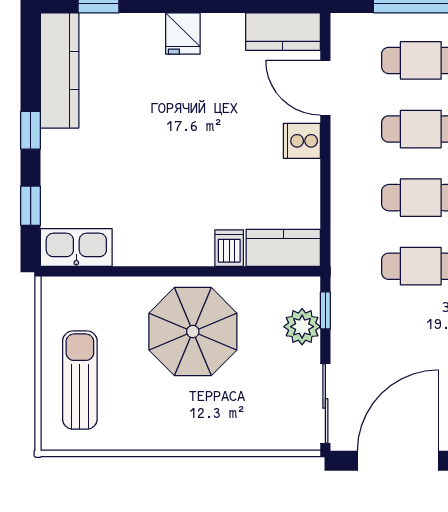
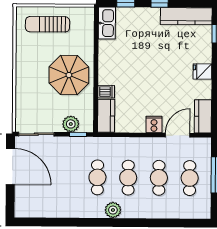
sun lounger: (80, 380) -> (47, 24), turned 180

